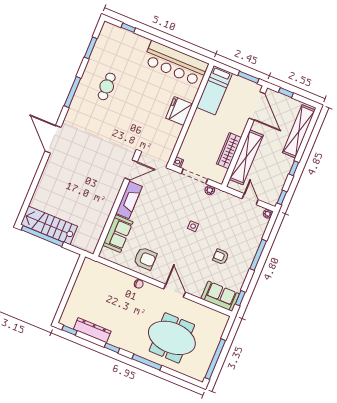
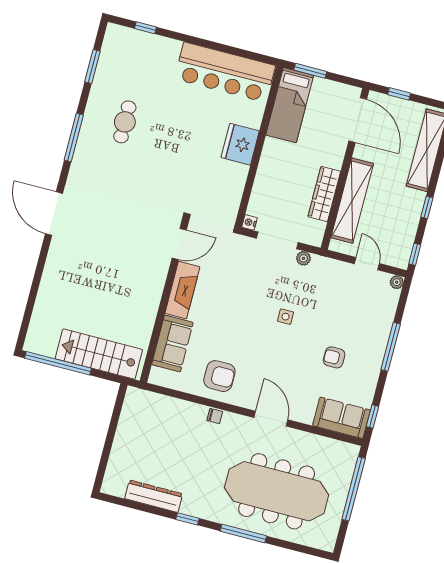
window: (248, 77) -> (310, 71), moved
stairs: (49, 225) -> (99, 354), moved
window: (70, 330) -> (119, 501), removed
meeting table: (172, 338) -> (277, 491), width x1.36
window: (215, 359) -> (354, 489), moved

